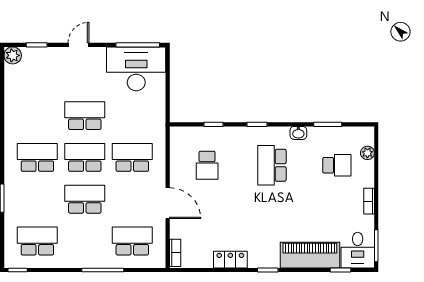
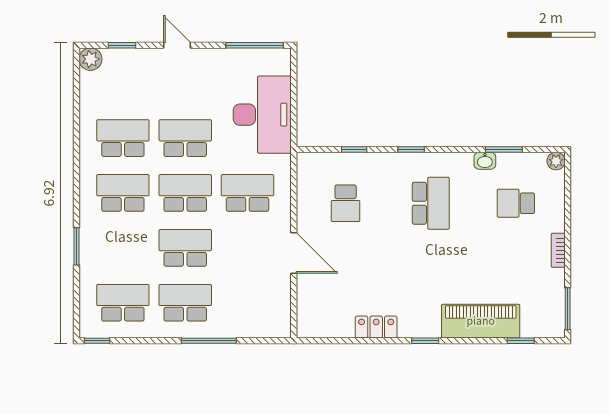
door: (79, 45) -> (177, 45), hinge flipped
desk: (136, 69) -> (262, 115), moved, turned 90
school desk: (37, 116) -> (123, 138), added
washbasin: (298, 133) -> (485, 161), moved
plant: (367, 153) -> (556, 161), moved
school desk: (272, 165) -> (431, 203), turned 180
school desk: (337, 165) -> (516, 203), turned 180
school desk: (132, 241) -> (185, 303), moved
desk: (358, 250) -> (543, 315), removed
bookcase: (175, 253) -> (304, 318), removed

